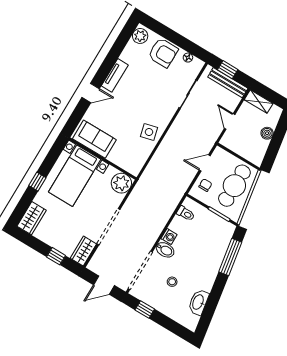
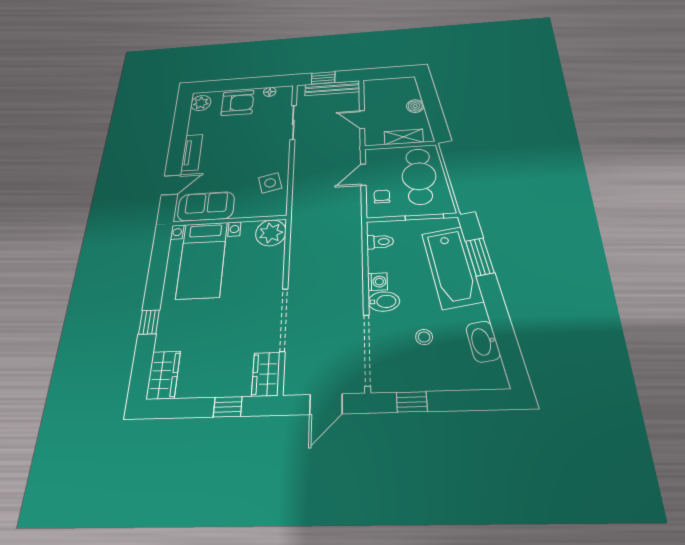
shelving: (259, 102) -> (404, 137), moved
sofa: (94, 139) -> (206, 206), moved
wall: (103, 159) -> (229, 221), moved
bed with nightstands: (75, 176) -> (202, 260), moved
plant: (121, 183) -> (271, 233), moved
bathtub: (212, 253) -> (452, 267), added
window: (230, 257) -> (480, 257), width x0.69

